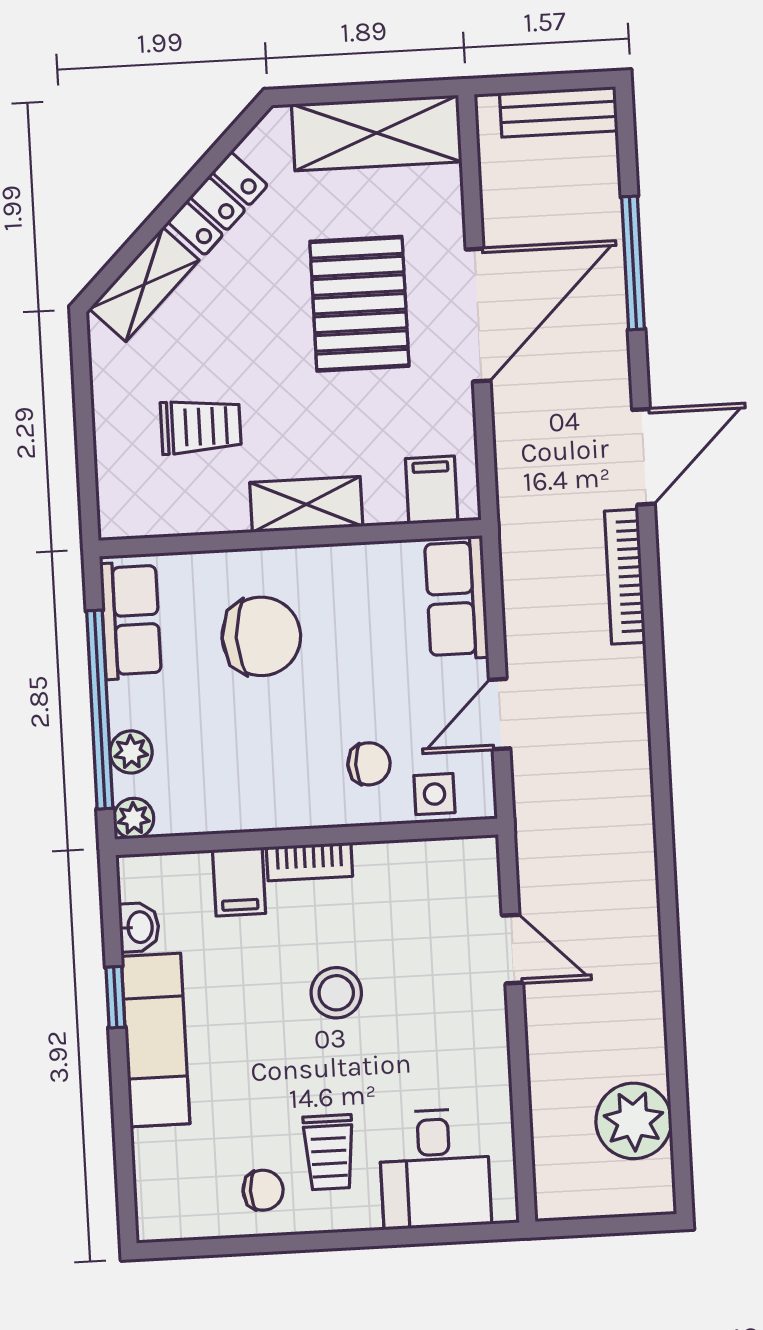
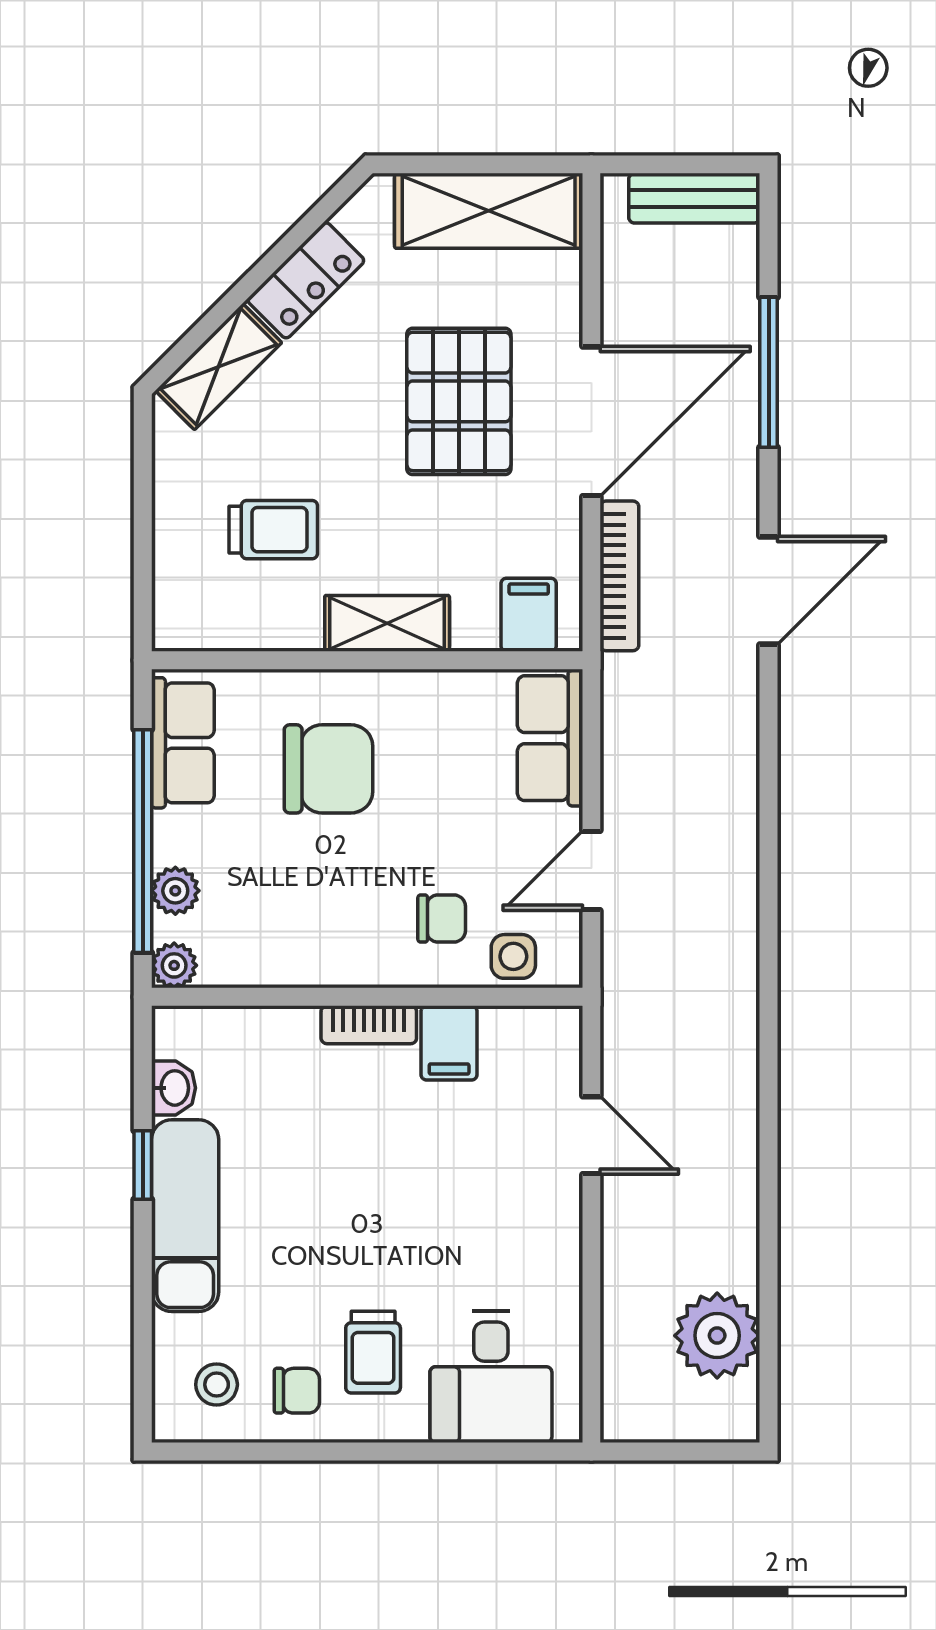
bookcase: (625, 577) -> (619, 576), moved, turned 180
filing cabinet: (239, 882) -> (449, 1043), moved
stool: (336, 993) -> (217, 1385), moved, width x0.73, depth x0.73

